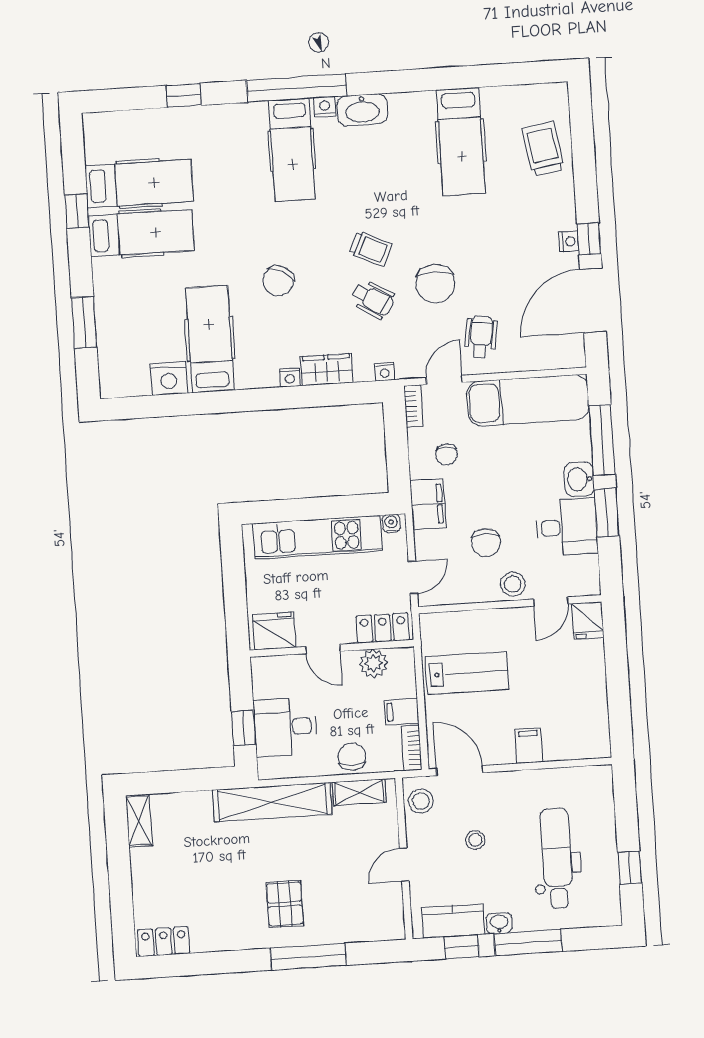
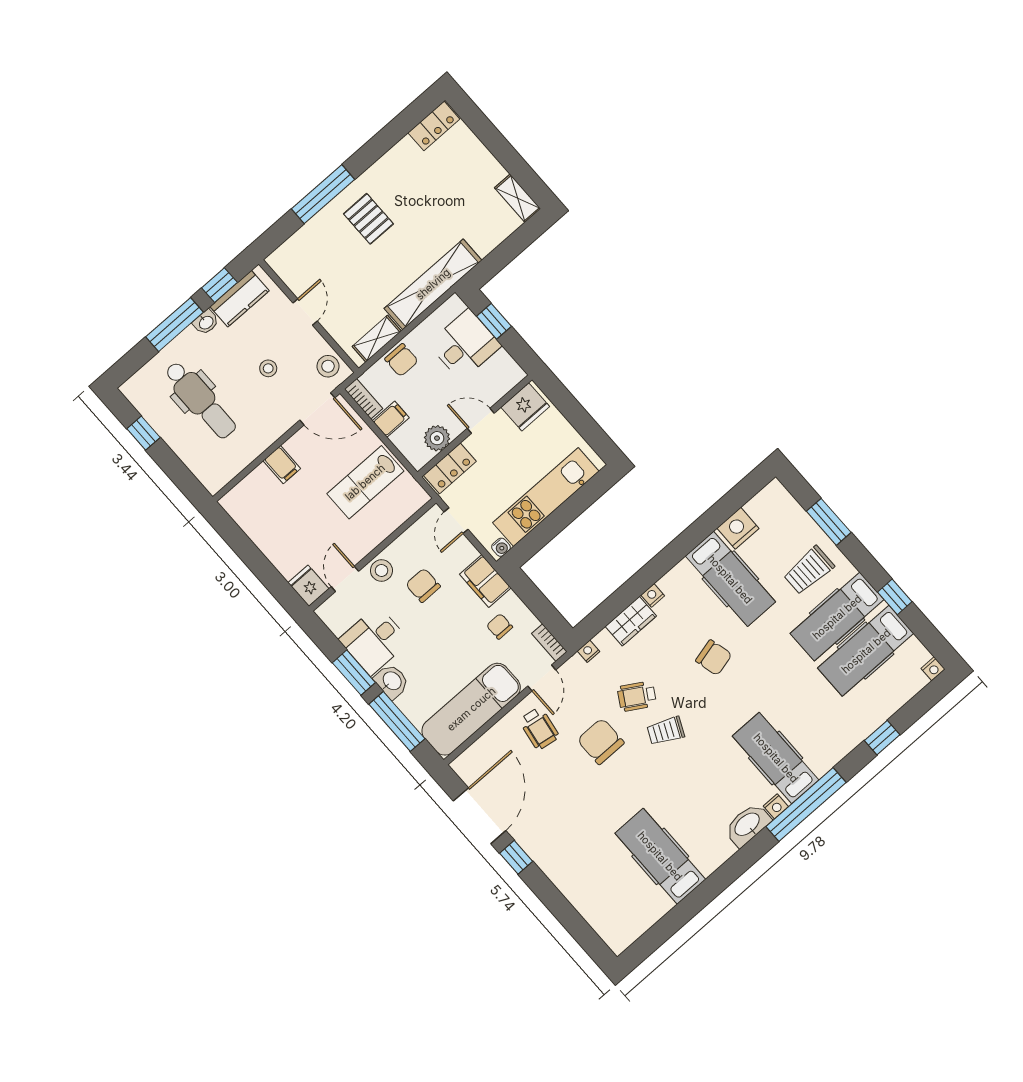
trolley: (543, 149) -> (809, 570), moved, turned 100
nightstand: (569, 241) -> (933, 669), moved, turned -90
chair: (278, 281) -> (714, 658), turned 137

